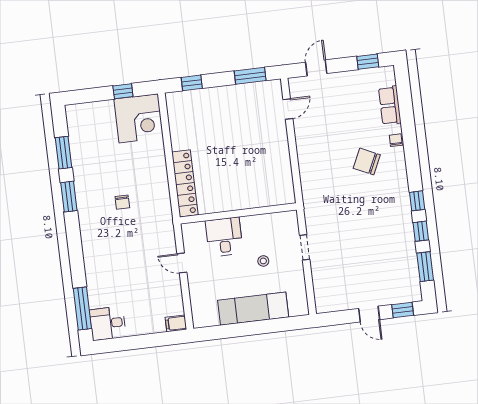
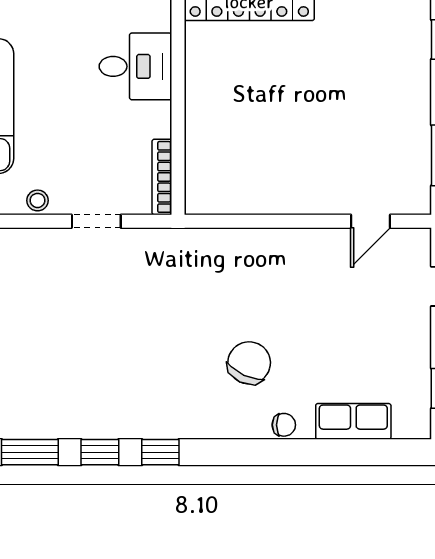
door: (288, 109) -> (371, 221), hinge flipped
bookcase: (278, 217) -> (162, 177), added
stool: (263, 261) -> (38, 200), moved

